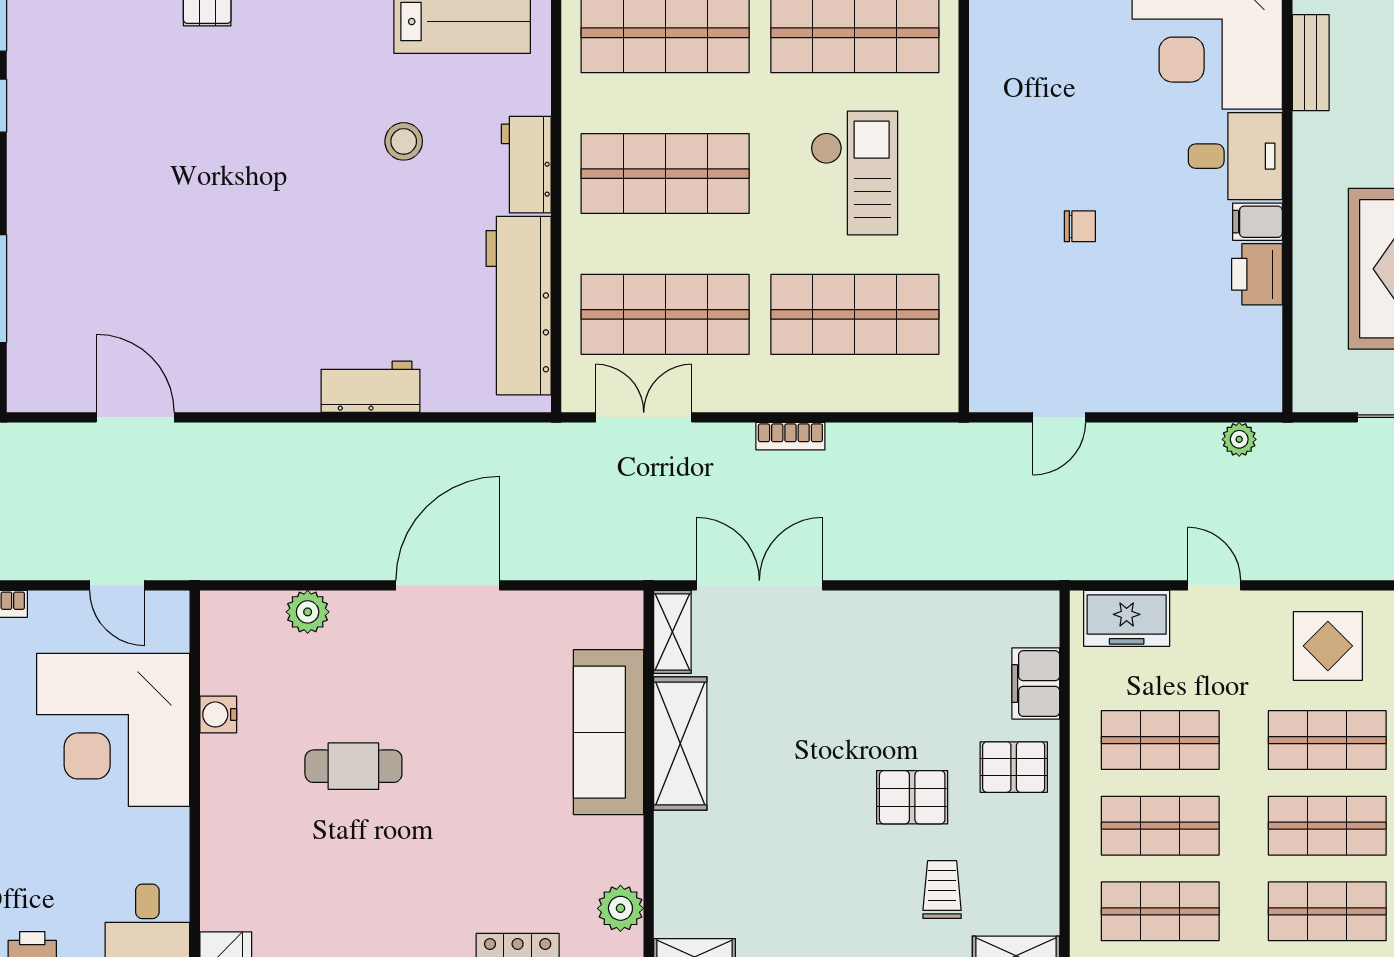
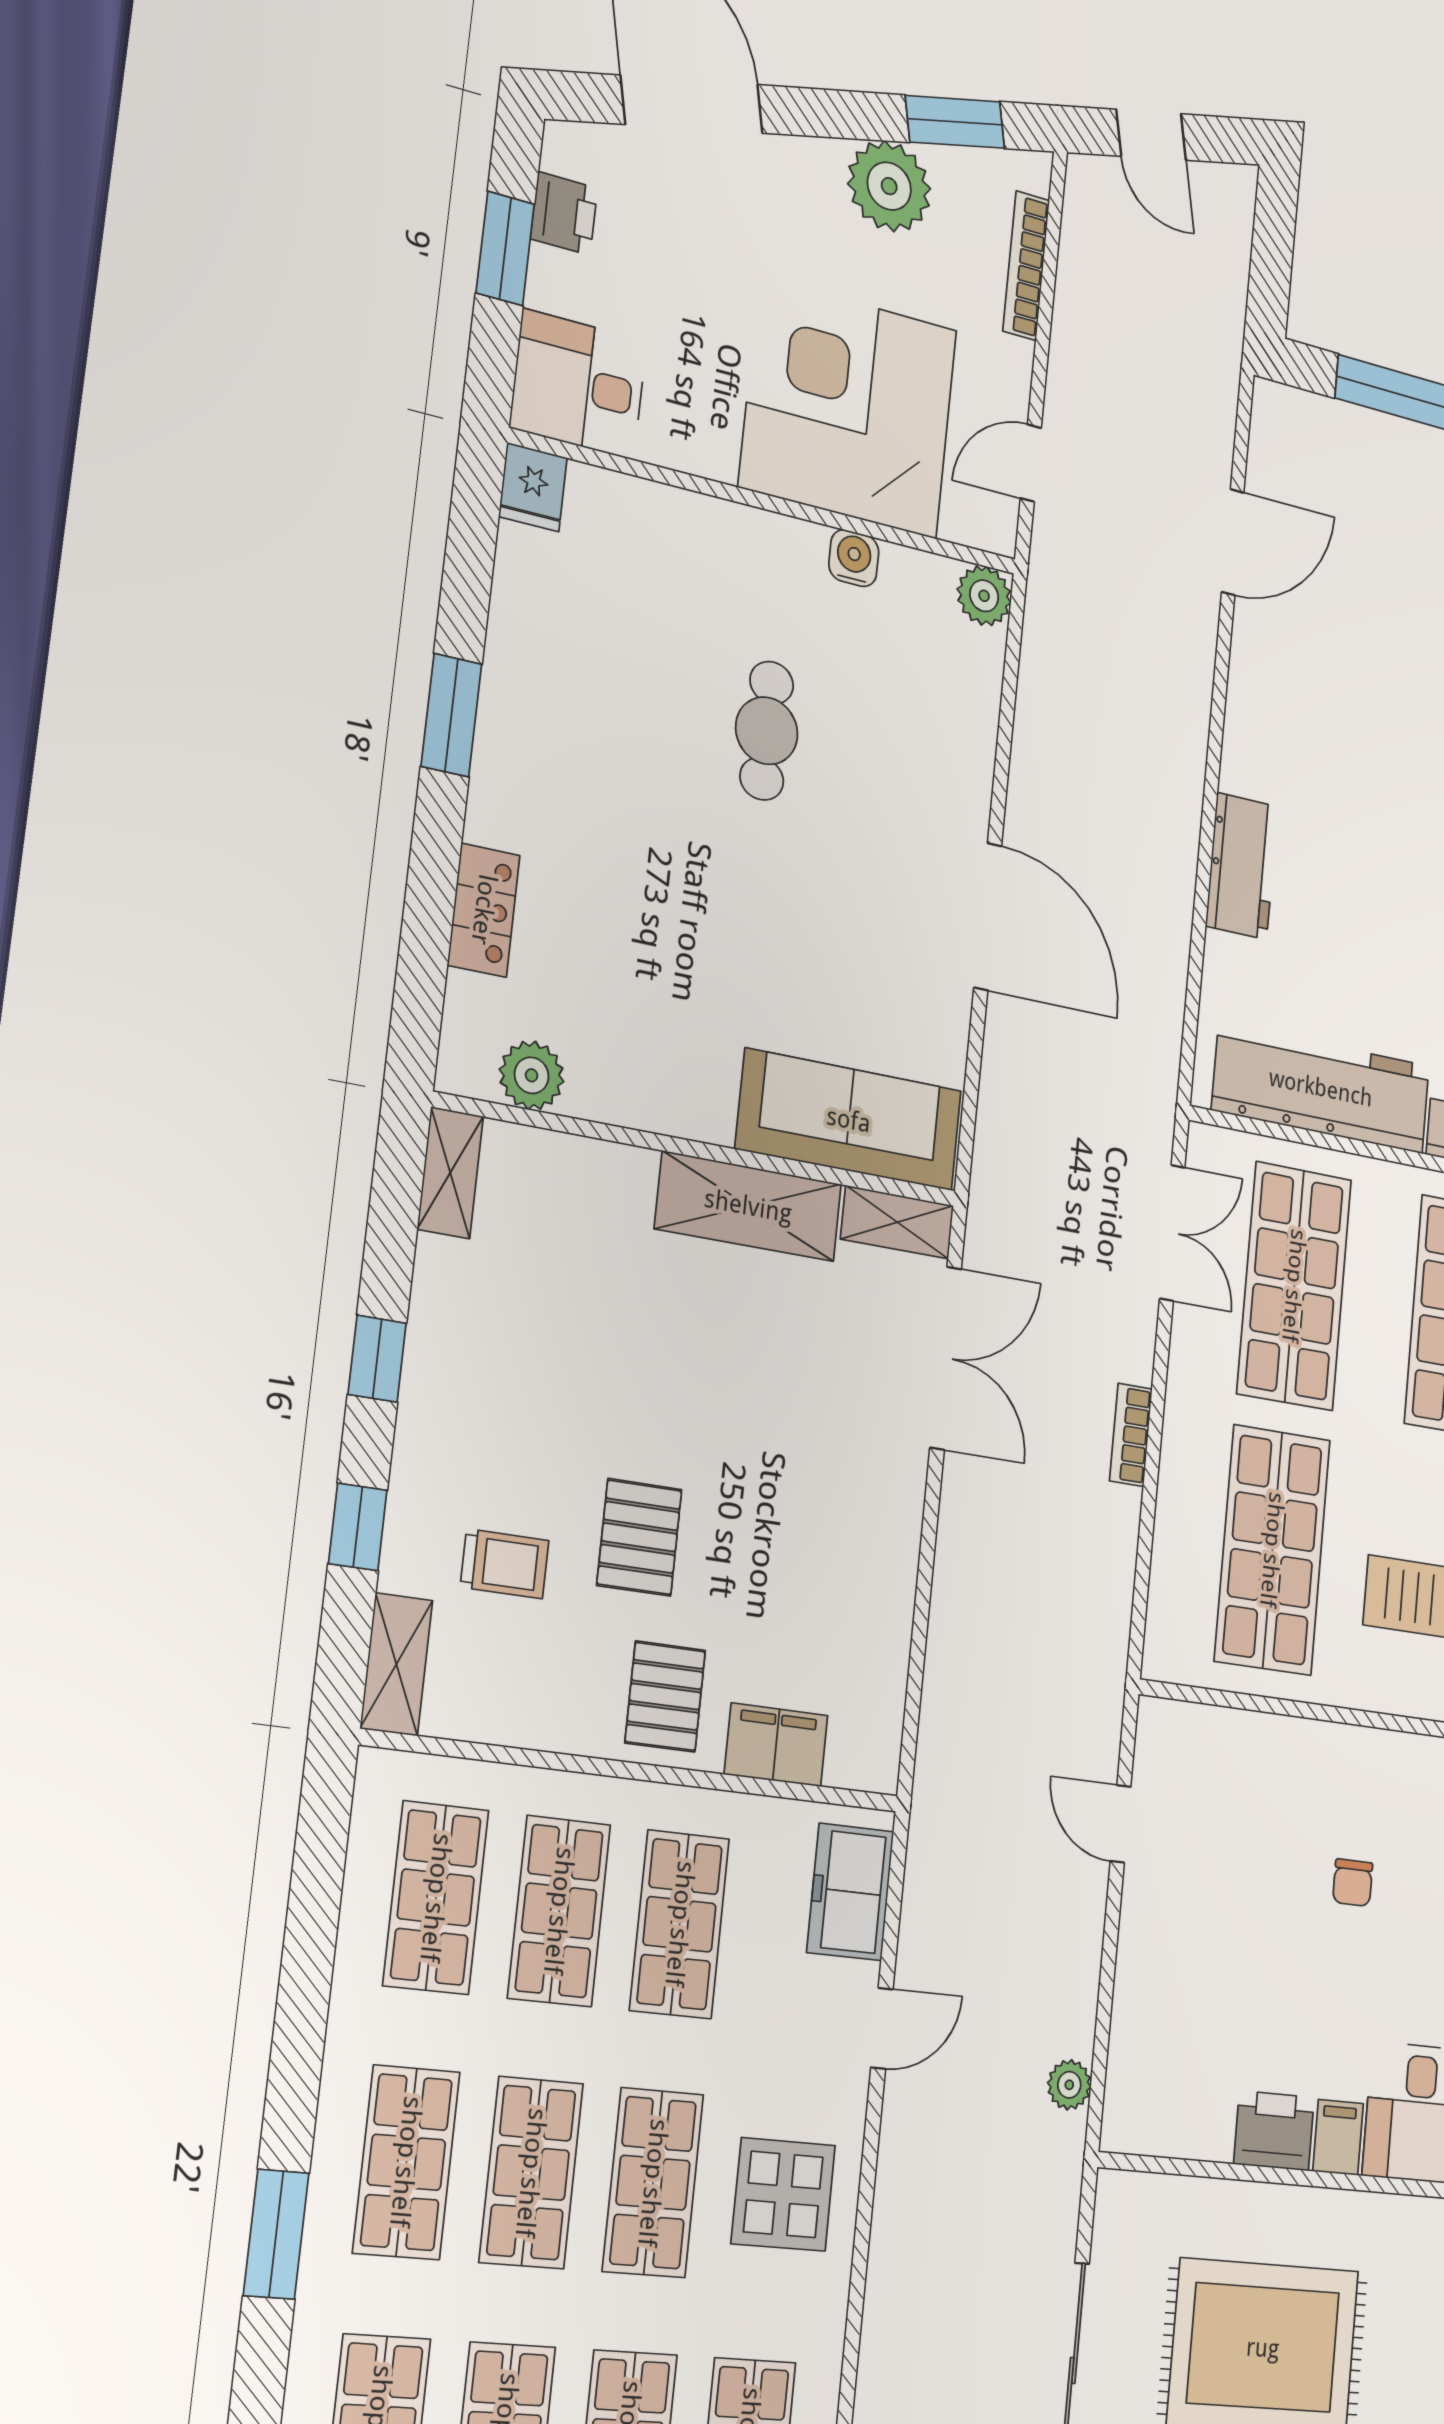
plant: (308, 612) -> (984, 596), moved
sofa: (608, 732) -> (849, 1120), moved

